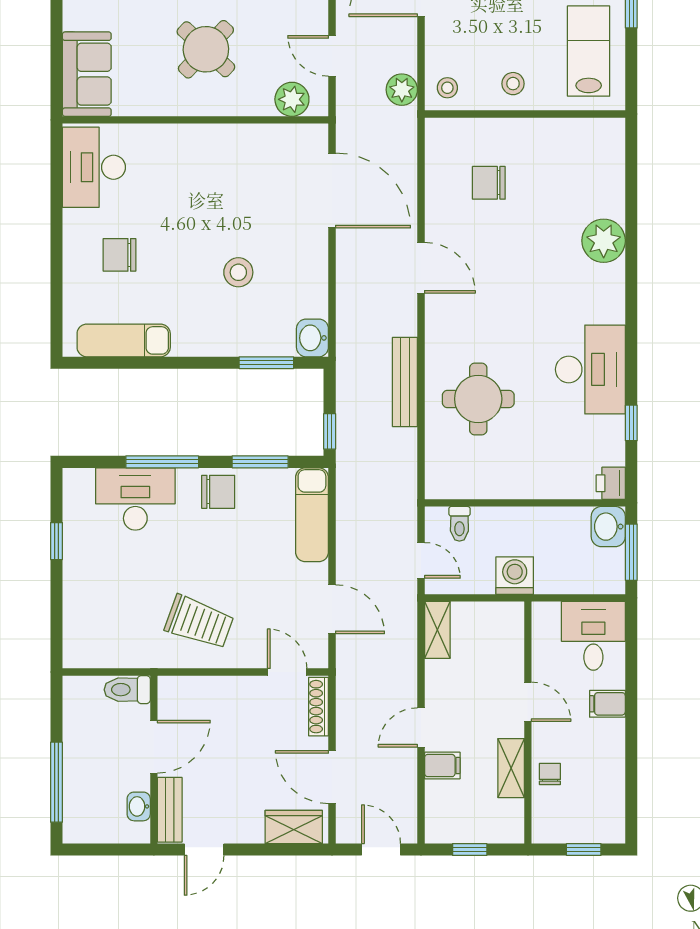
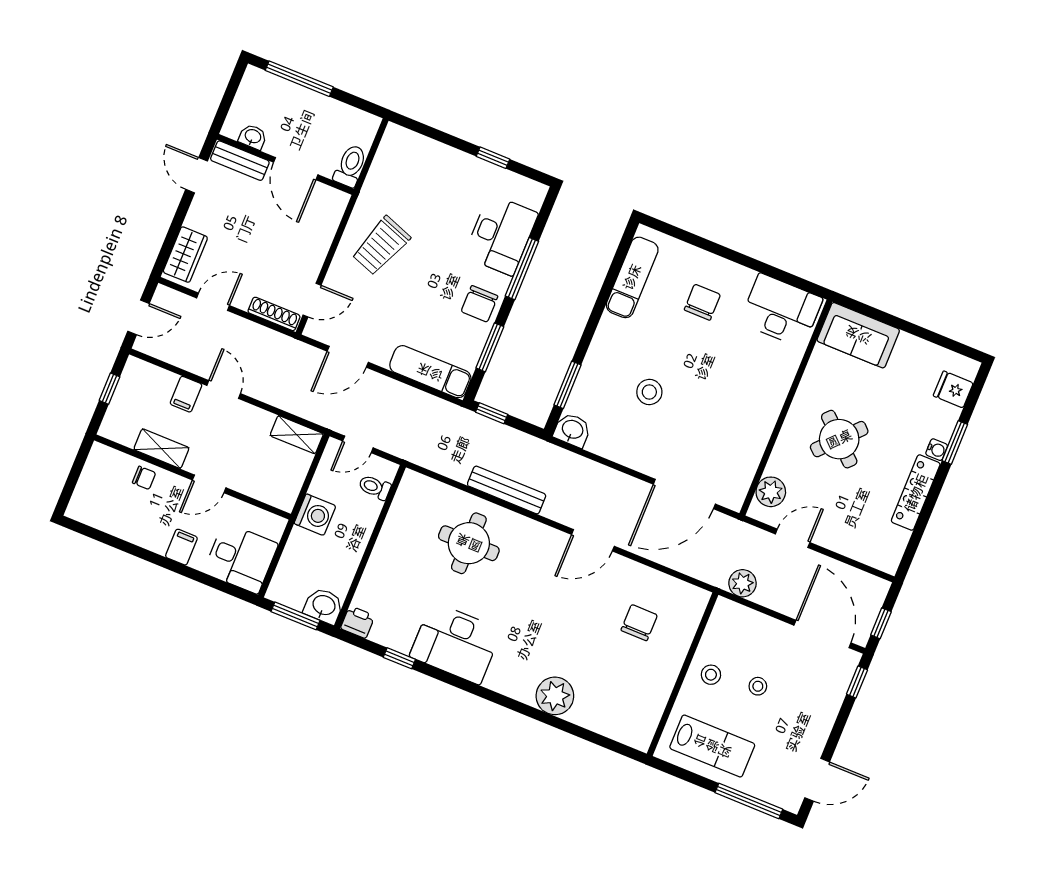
stool: (447, 88) -> (758, 686), moved
door: (332, 777) -> (213, 302), width x0.73
window: (584, 850) -> (72, 480), removed

